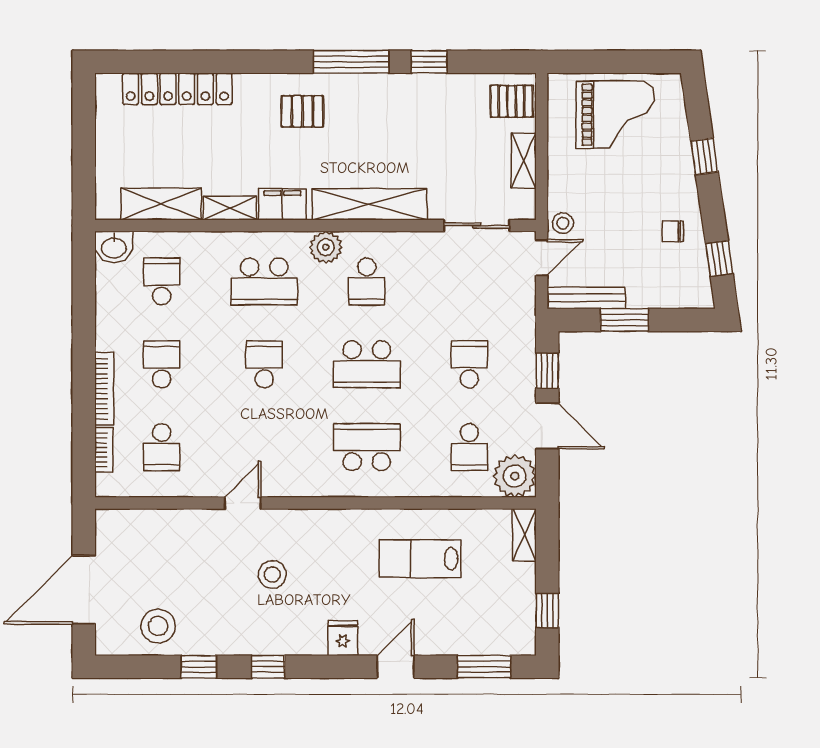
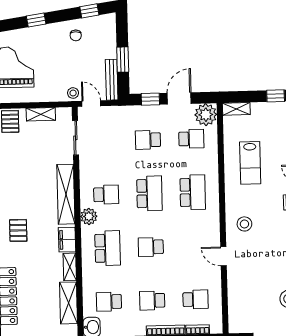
school desk: (367, 447) -> (193, 192), turned 180
stool: (272, 575) -> (244, 224), moved

